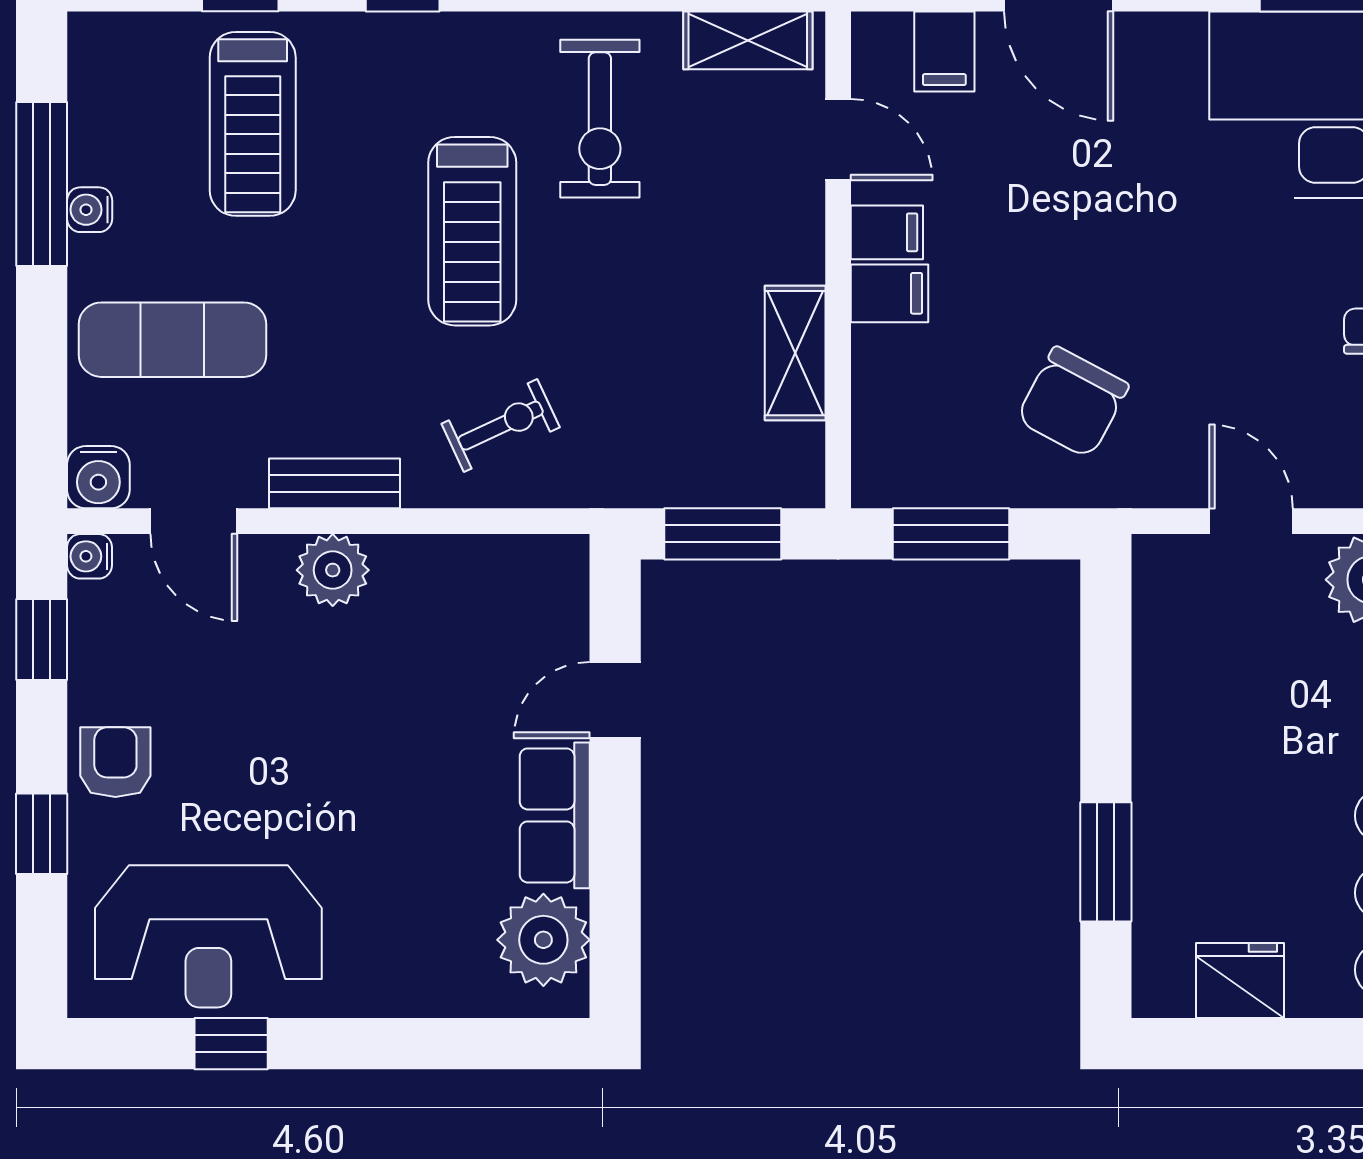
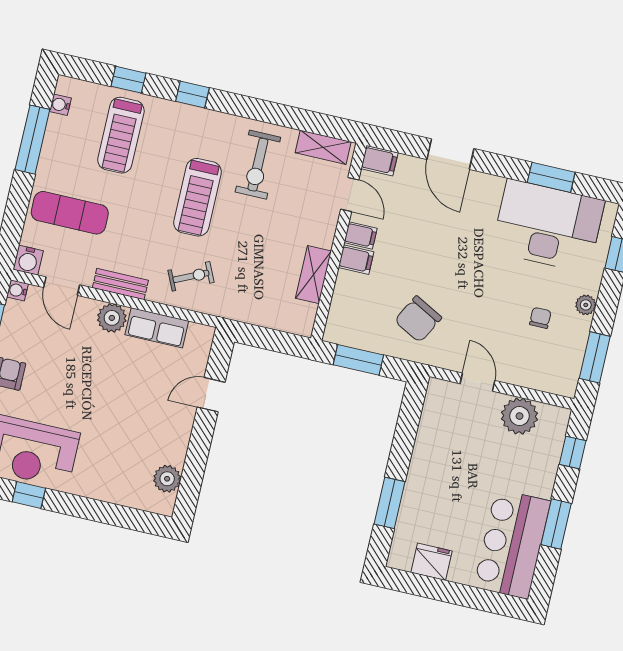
filing cabinet: (944, 51) -> (379, 161), moved, turned -90
water cooler: (90, 210) -> (60, 105), moved
window: (723, 534) -> (269, 339), removed
row of seats: (555, 815) -> (157, 328), moved, turned -90
plant: (543, 940) -> (167, 479), width x0.73, depth x0.73

